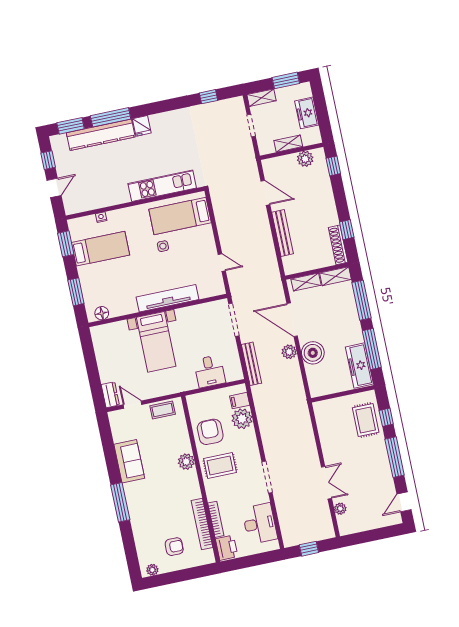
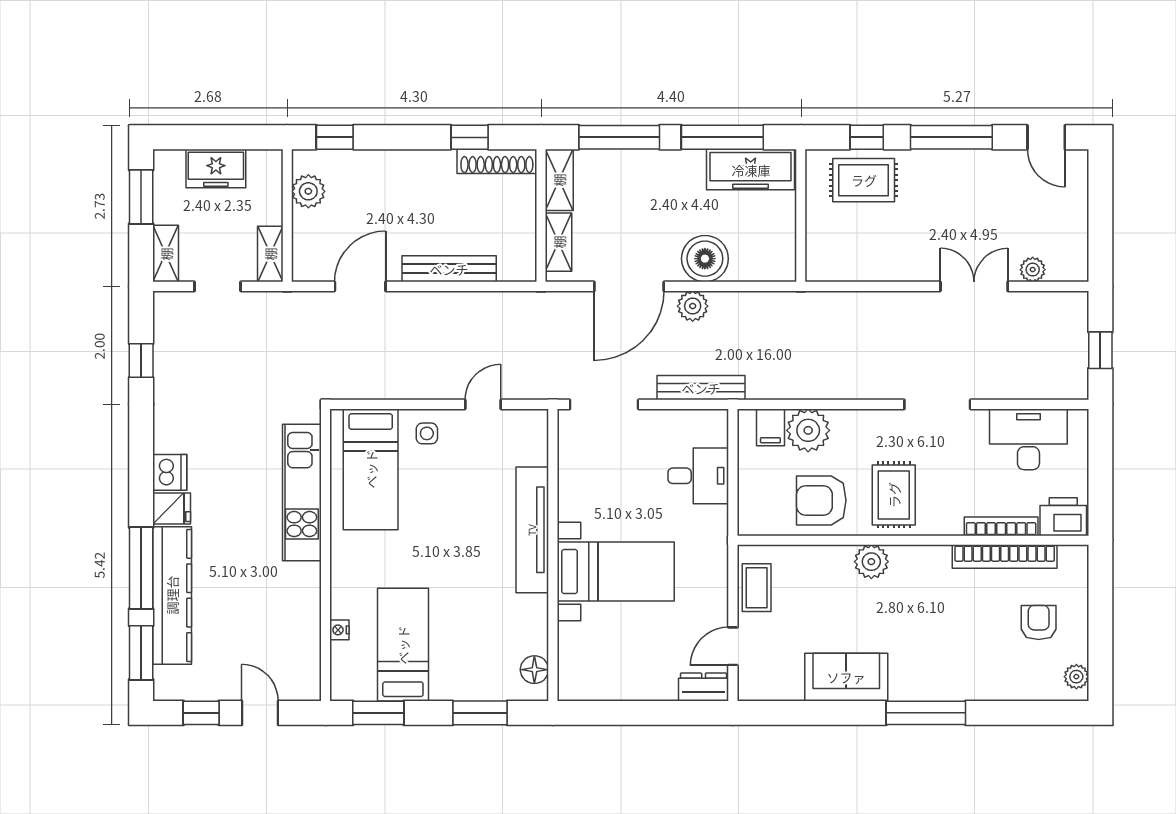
dishwasher: (159, 121) -> (170, 472), added
shelving: (288, 144) -> (270, 254), moved
side table: (163, 246) -> (427, 433), moved

